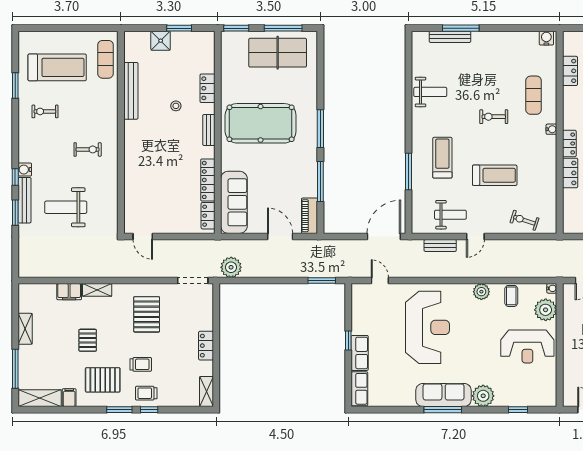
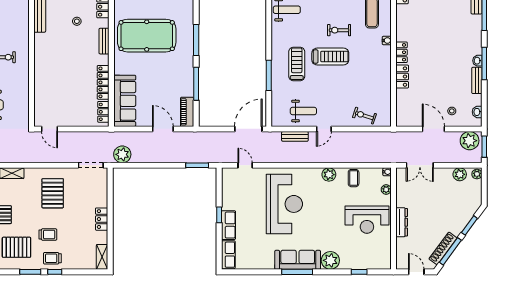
treadmill: (495, 175) -> (330, 56), moved
plant: (546, 310) -> (386, 189), width x0.53, depth x0.53
dresser: (569, 349) -> (402, 222), added

